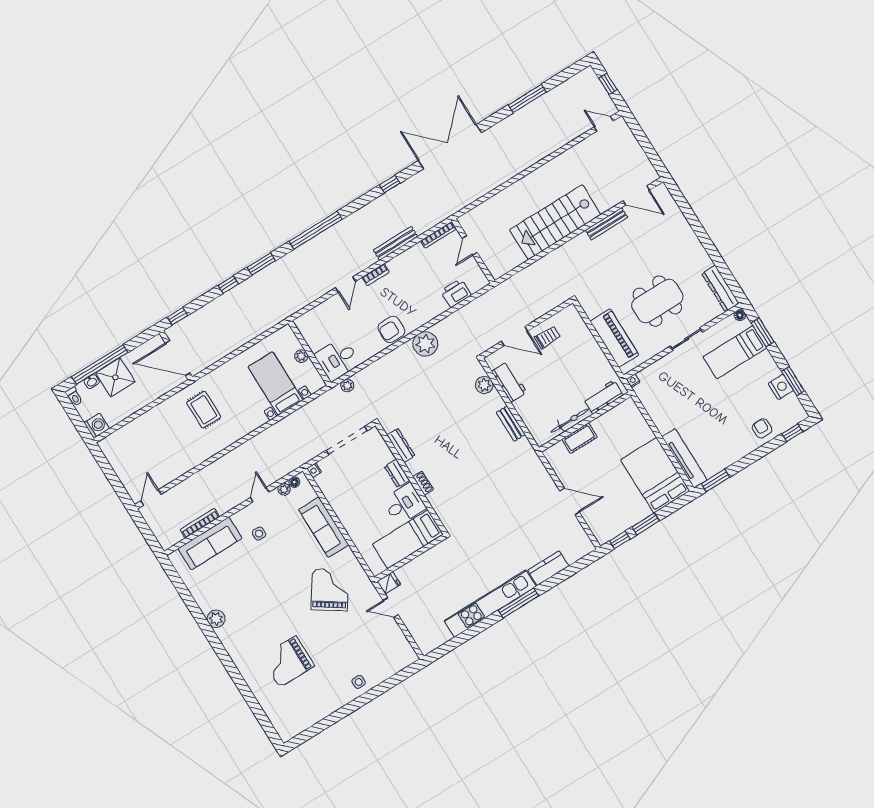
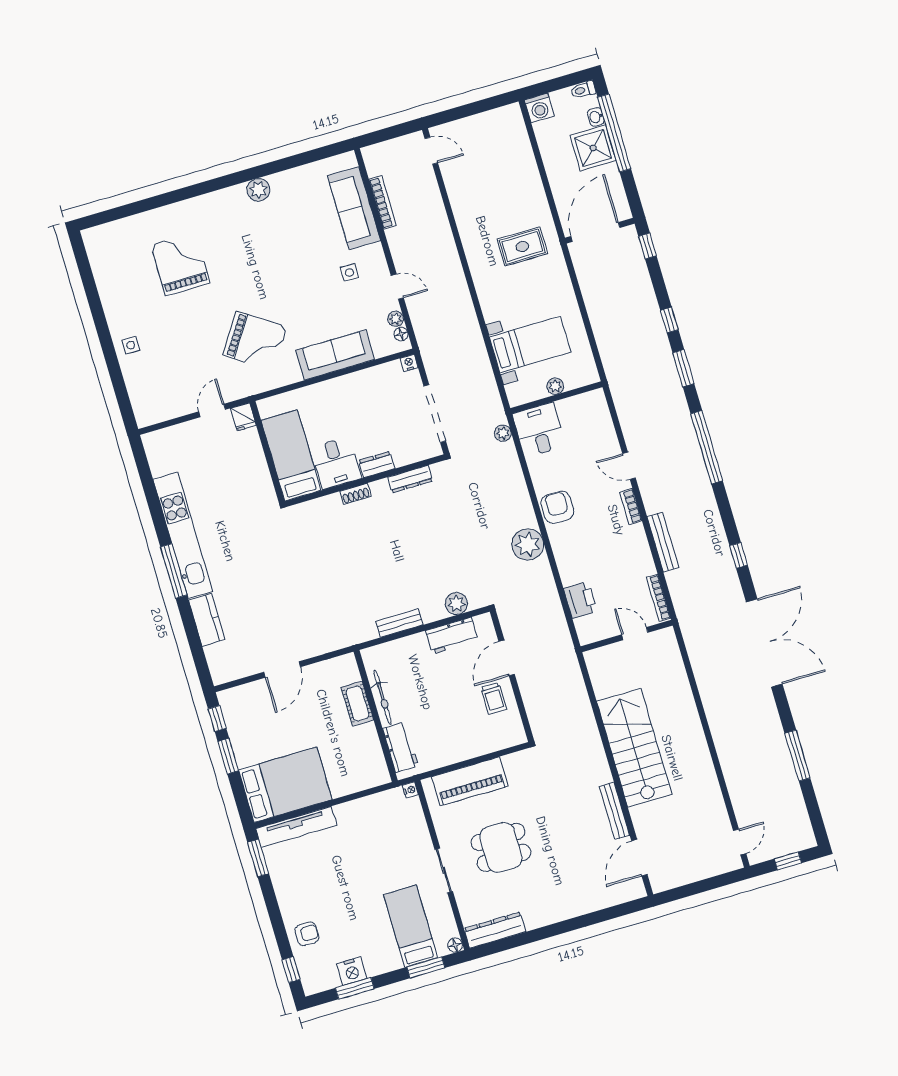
dining table: (657, 301) -> (501, 847), width x0.73

